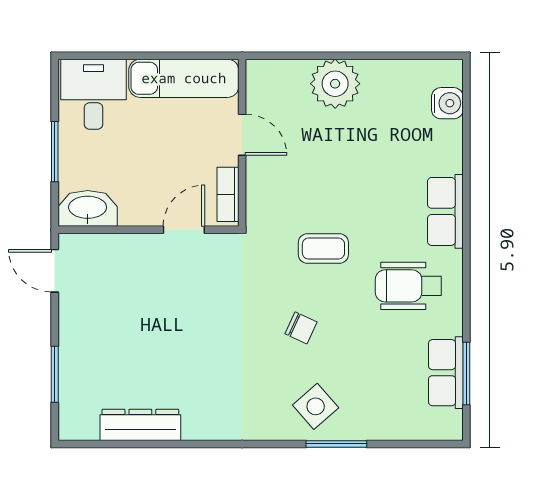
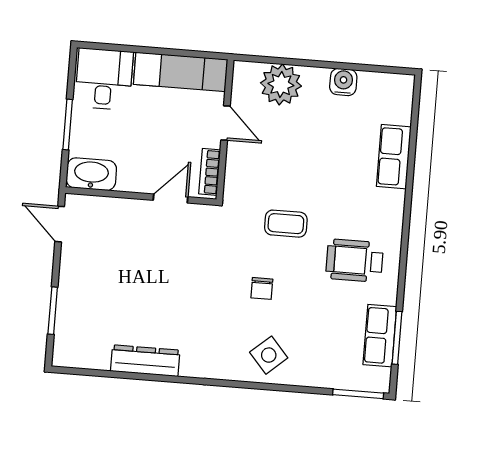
plant: (335, 84) -> (281, 84), moved
water cooler: (447, 103) -> (343, 82), moved, turned -90
row of seats: (445, 211) -> (394, 157), moved
chair: (301, 328) -> (262, 288), turned 65
dresser: (140, 425) -> (145, 361), moved
window: (336, 444) -> (358, 394), moved

